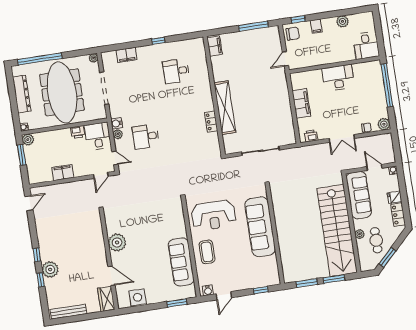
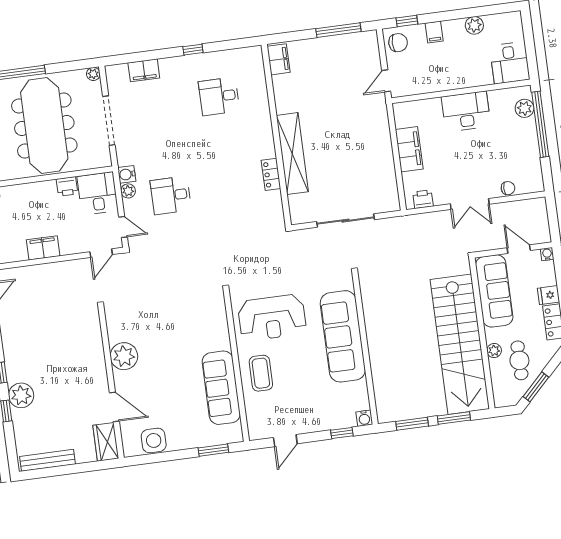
plant: (384, 124) -> (525, 108), moved
water cooler: (208, 290) -> (364, 418), moved

